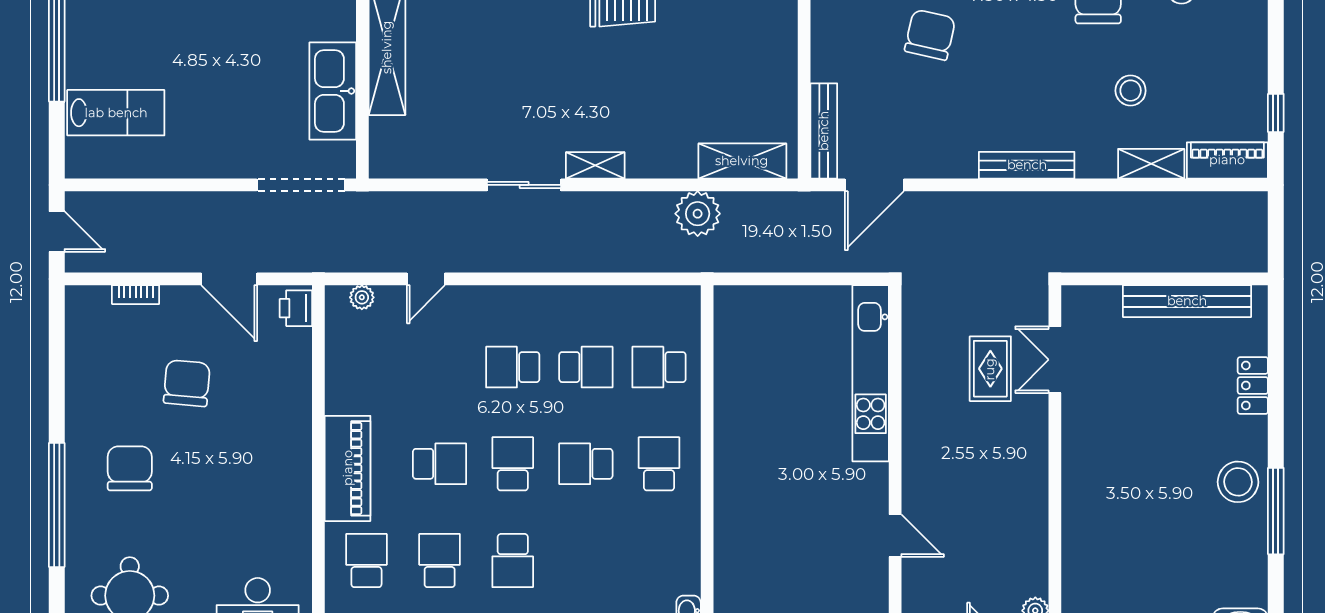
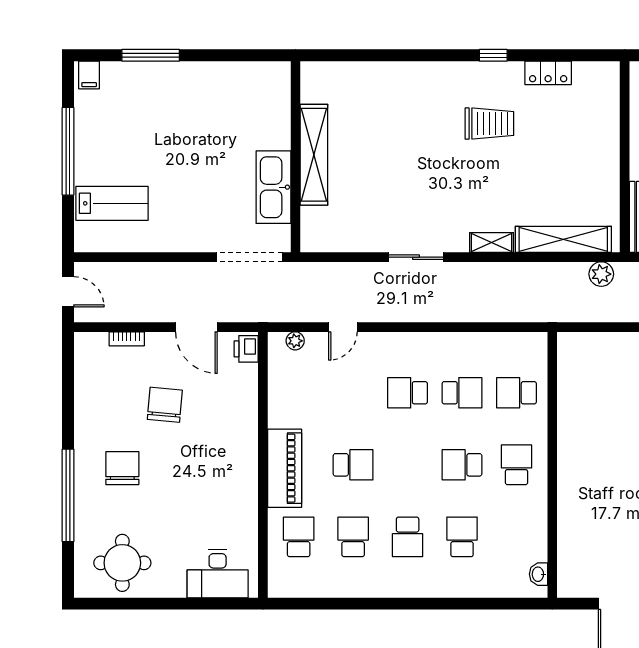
shelving: (742, 161) -> (563, 239), width x1.47
shelving: (595, 165) -> (492, 243), moved
plant: (698, 214) -> (601, 274), moved, width x0.73, depth x0.73
school desk: (513, 464) -> (462, 537), moved

